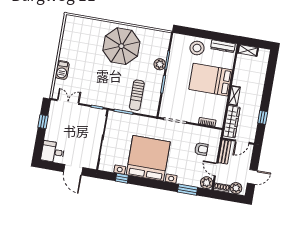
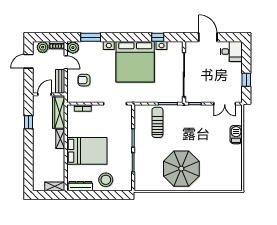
plant: (160, 64) -> (140, 157), removed

